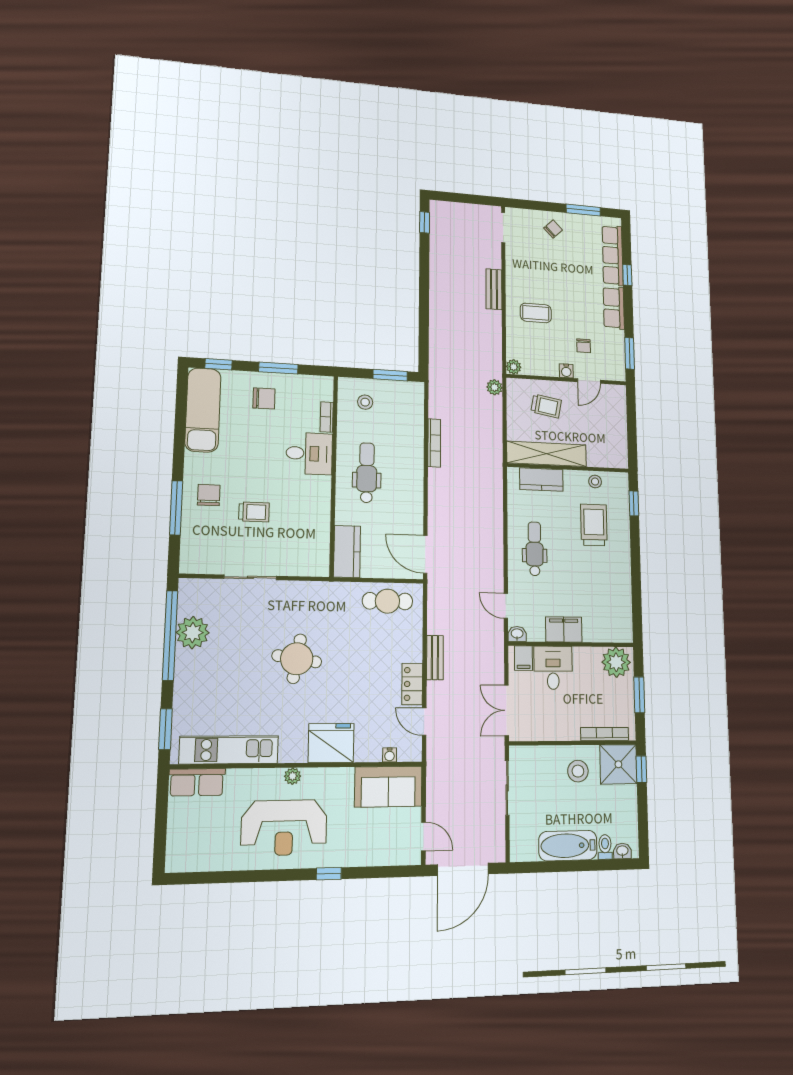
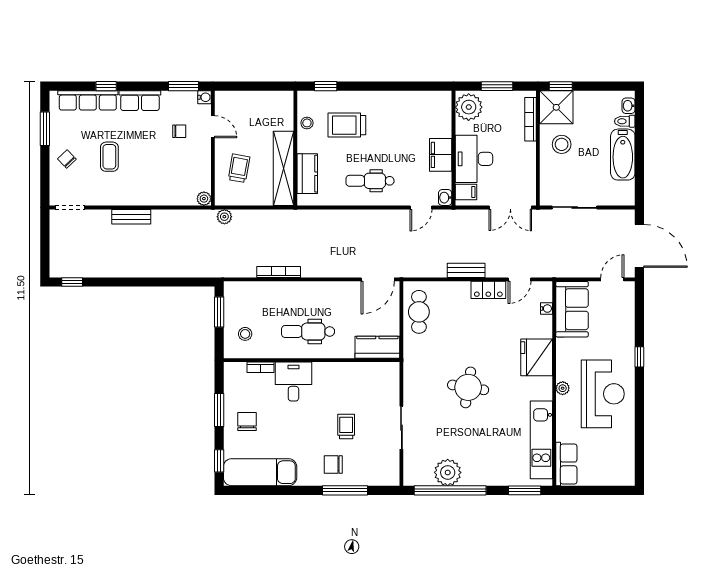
coffee table: (536, 313) -> (109, 157), moved
water cooler: (566, 371) -> (204, 97), moved
desk: (553, 668) -> (474, 159), width x1.37

